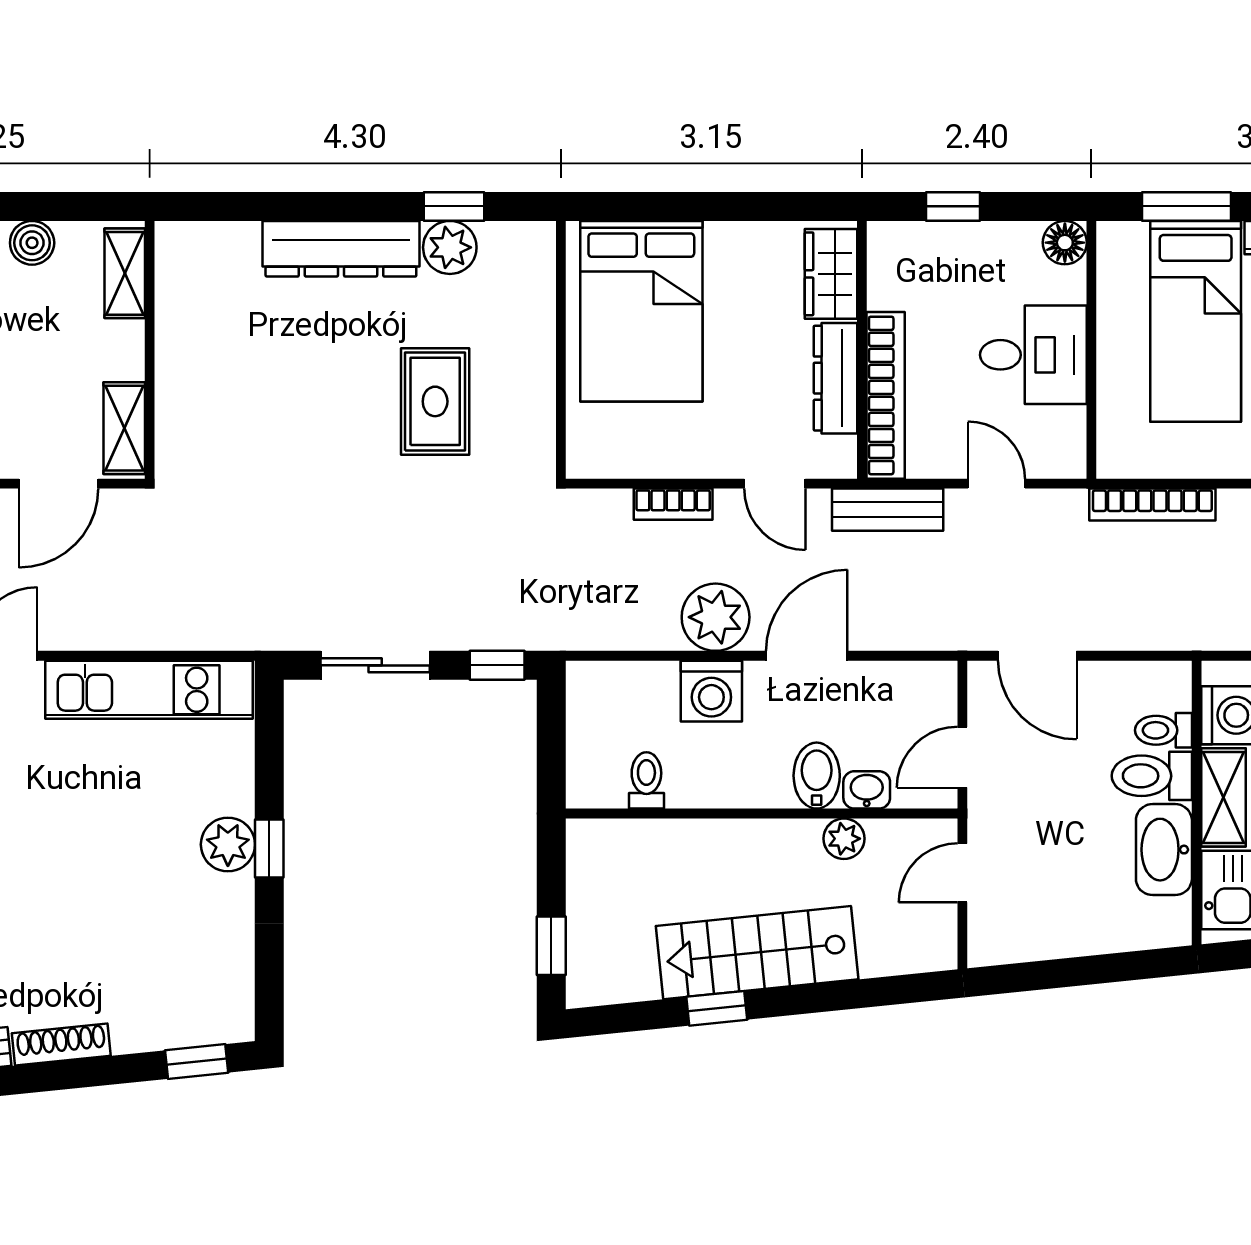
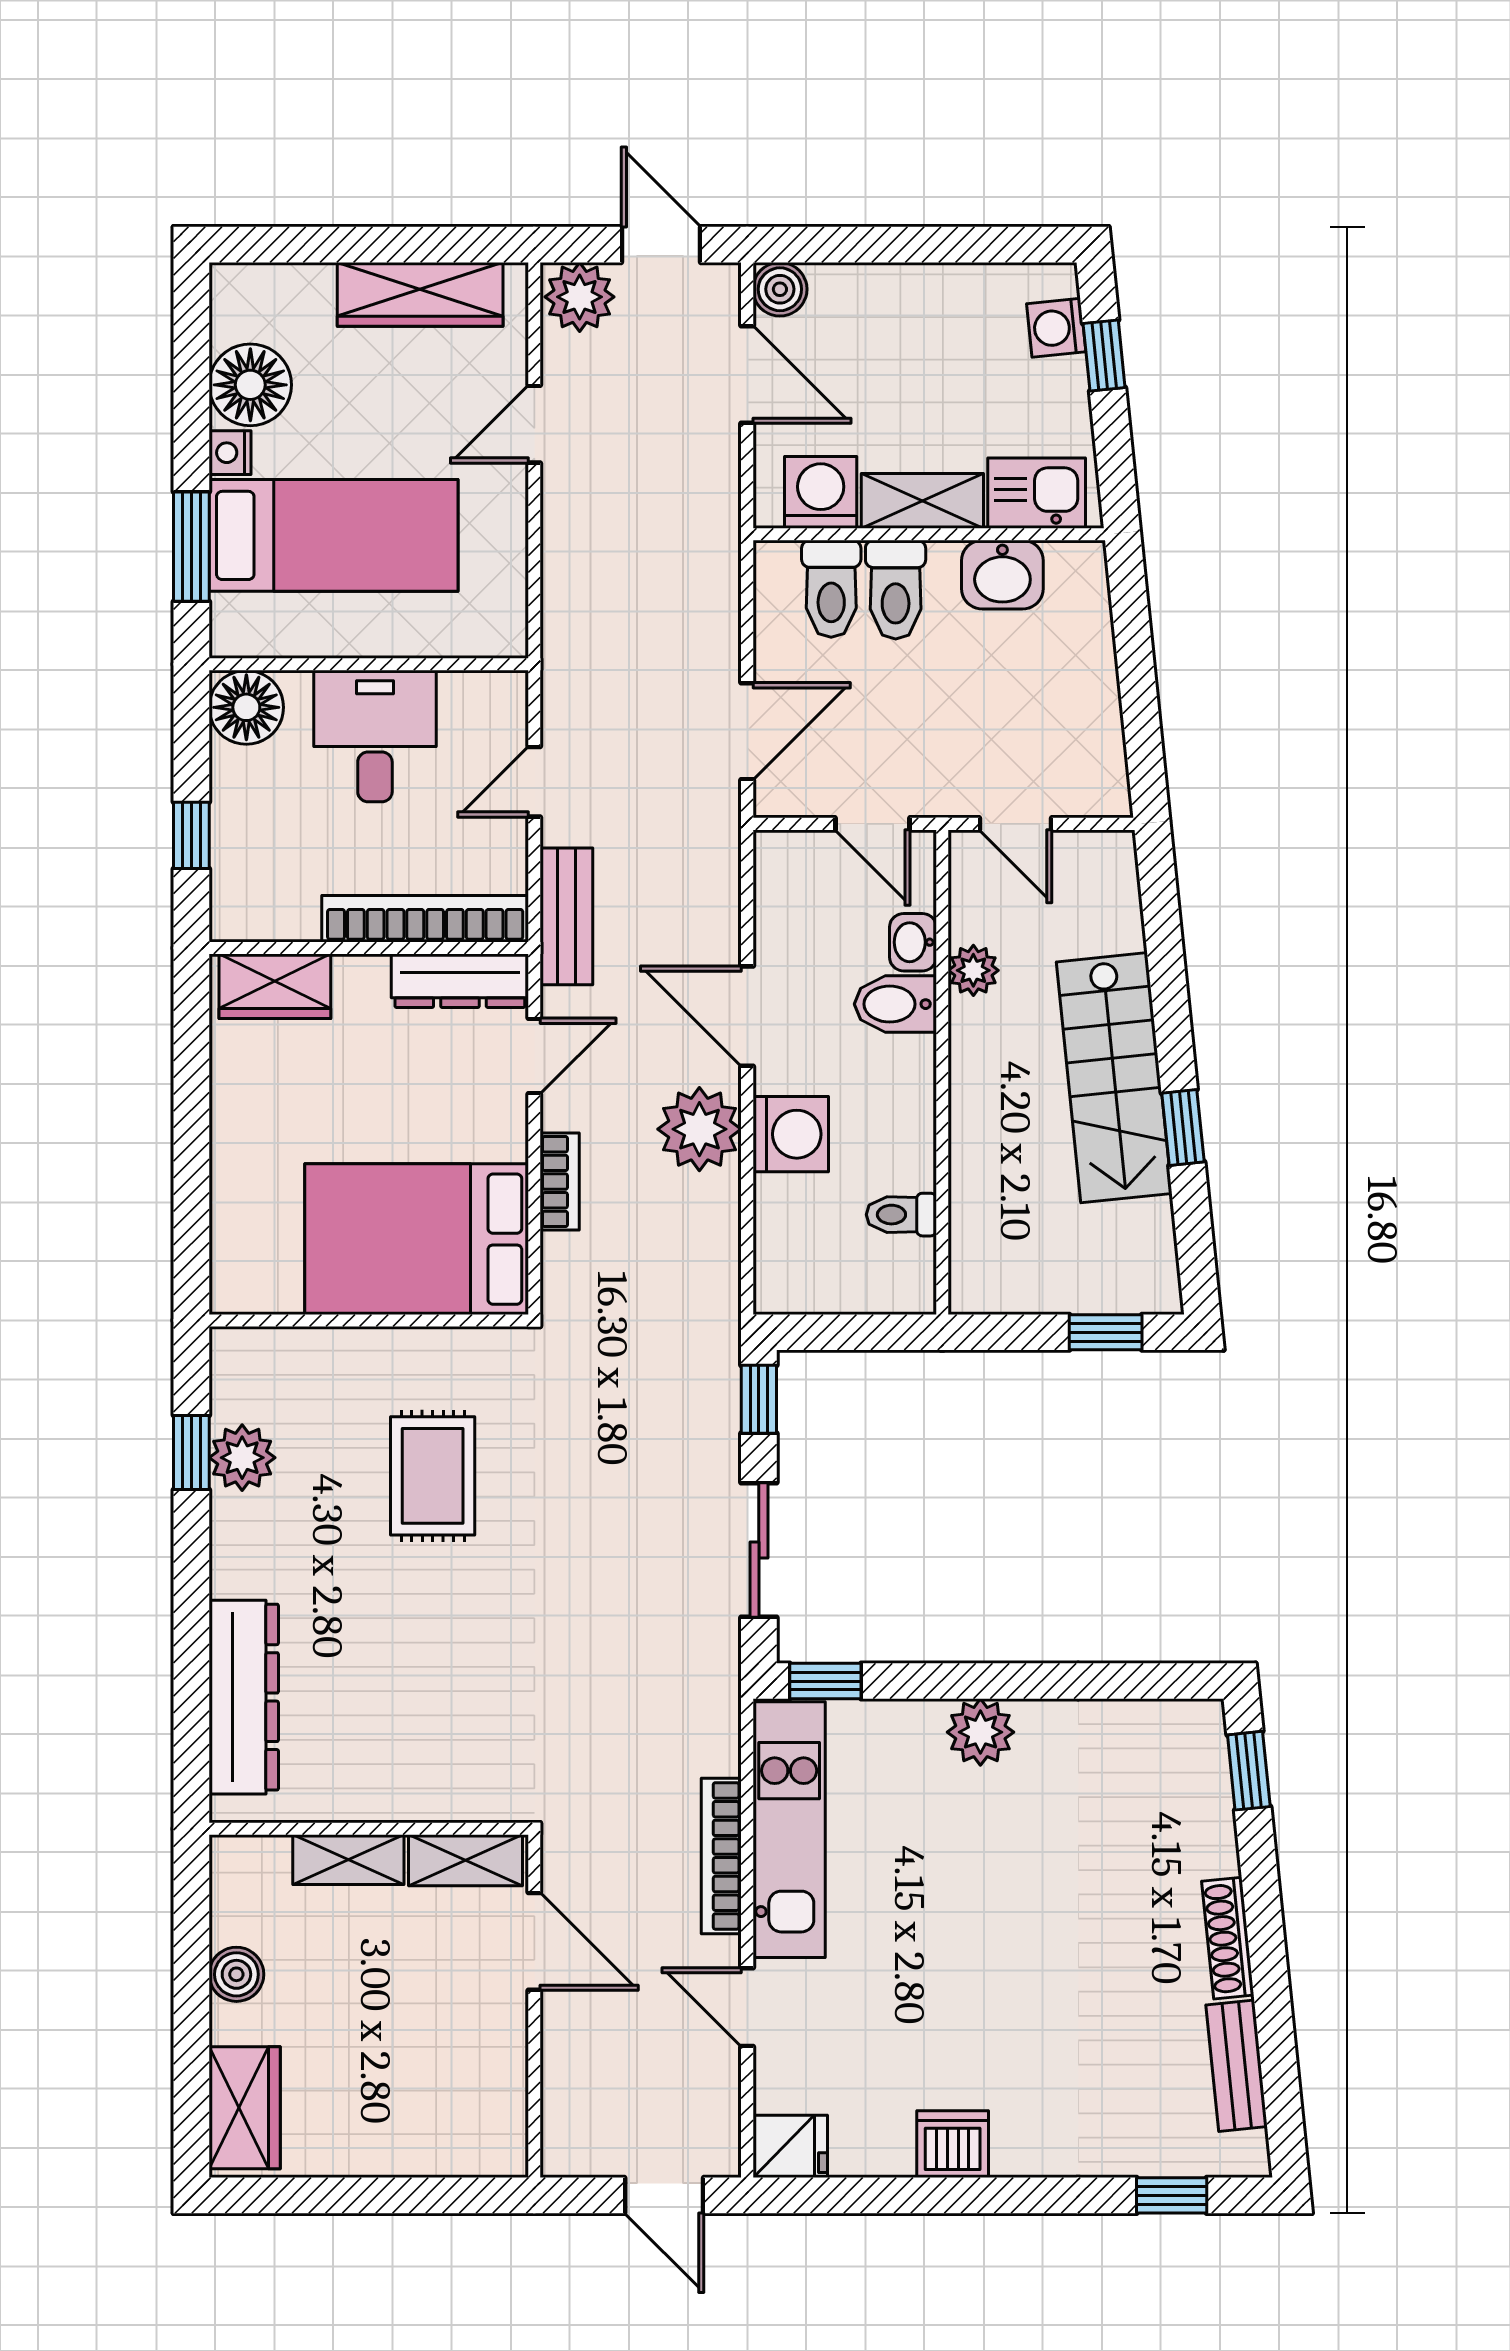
floor lamp: (1065, 243) -> (246, 707), width x1.38, depth x1.38
dresser: (341, 249) -> (244, 1697), moved
shelving: (125, 273) -> (348, 1860), moved
bed: (641, 311) -> (417, 1239), moved, turned 180
dresser: (836, 378) -> (460, 981), moved
rug: (435, 401) -> (433, 1476), turned 90
bookcase: (1152, 505) -> (721, 1856), moved, turned 180
toilet: (1163, 730) -> (831, 589), width x1.37, depth x1.39
window: (269, 849) -> (825, 1681), moved
washbasin: (1164, 850) -> (1002, 575), width x0.72

